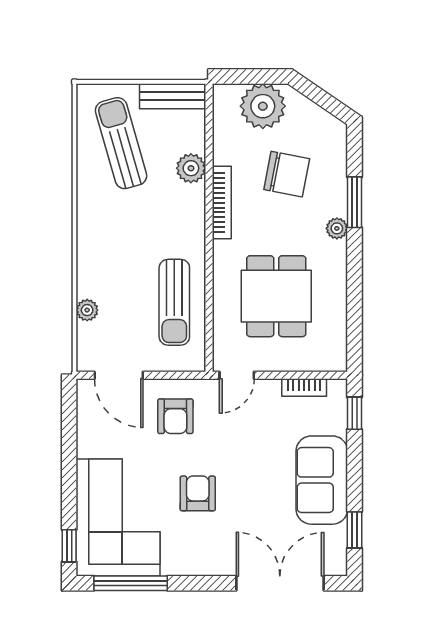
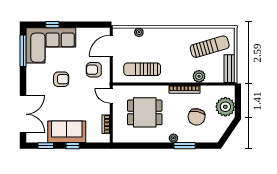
window: (355, 413) -> (73, 146), moved
window: (69, 546) -> (52, 25), moved

